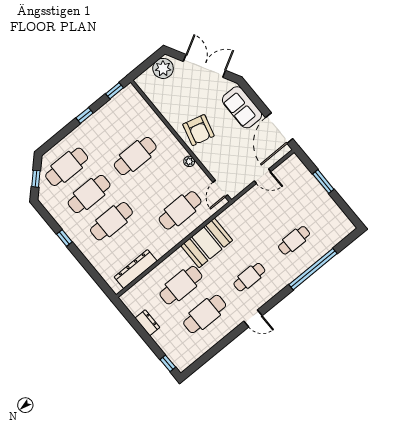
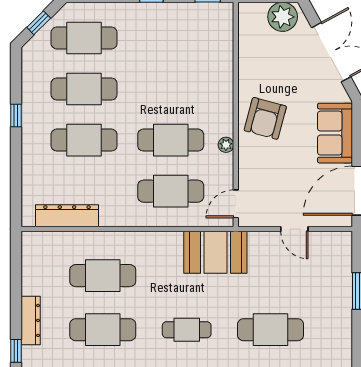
cafe table: (135, 156) -> (171, 140), moved
cafe table: (294, 240) -> (271, 330), width x1.37, depth x1.35
booth: (207, 243) -> (215, 252), moved
dresser: (147, 323) -> (31, 320), moved, width x1.44

